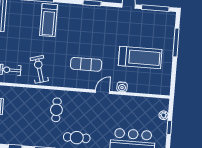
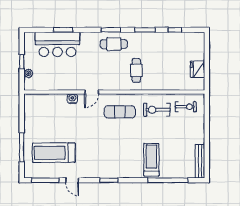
treadmill: (140, 57) -> (54, 153), moved
exercise mat: (86, 64) -> (120, 112), moved
exercise bike: (39, 69) -> (157, 110), turned 106

